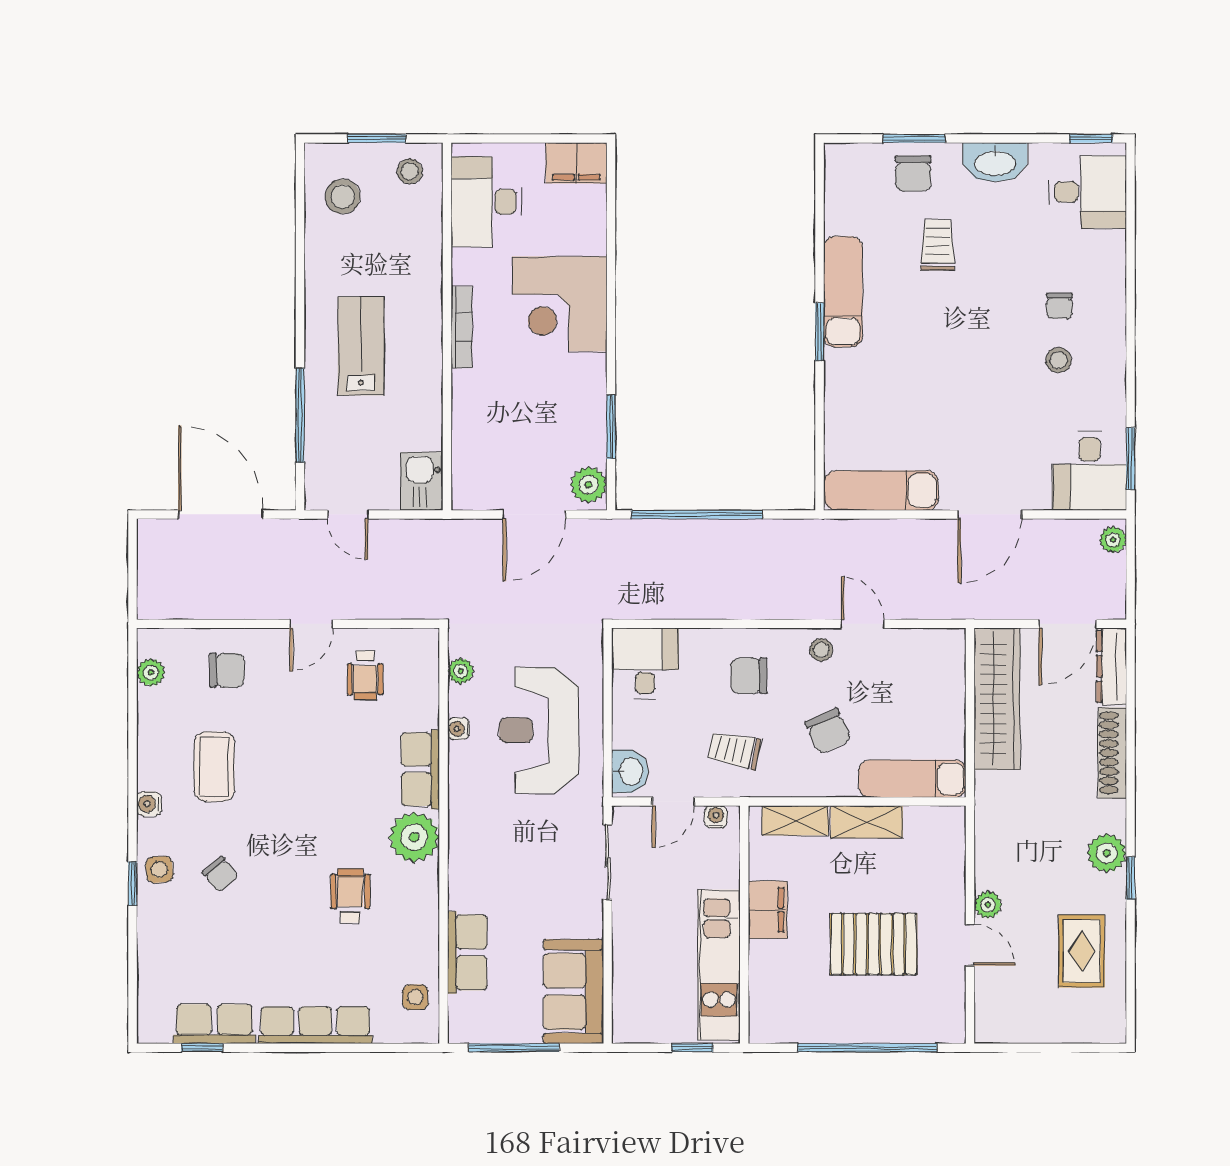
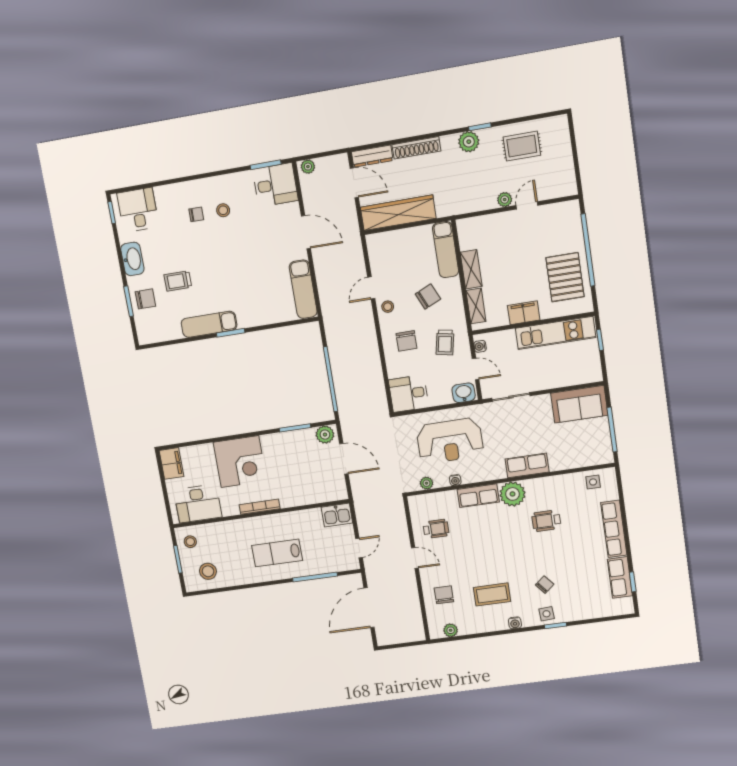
pallet: (874, 944) -> (565, 277), moved
row of seats: (467, 952) -> (527, 465), moved

